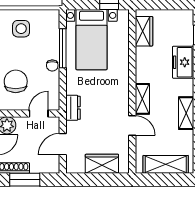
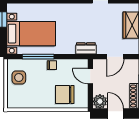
side table: (21, 29) -> (19, 77), moved
door: (63, 144) -> (115, 57), hinge flipped

